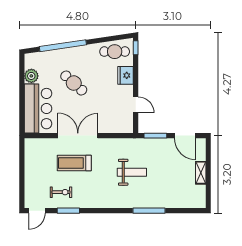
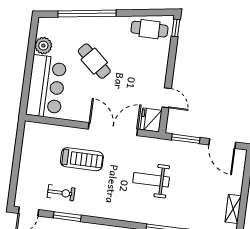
fridge: (125, 75) -> (151, 120), moved
double door: (78, 136) -> (113, 129), moved
treadmill: (74, 163) -> (82, 159), turned 180
weight bench: (132, 172) -> (151, 180), turned 180
shelving: (201, 173) -> (233, 209), moved

